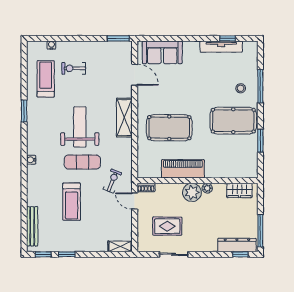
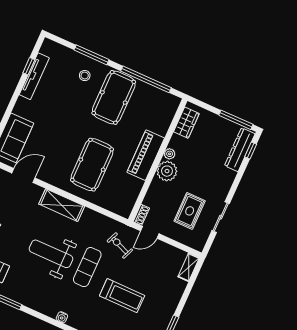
window: (260, 141) -> (146, 79), width x2.11
piano: (183, 169) -> (146, 155), moved

